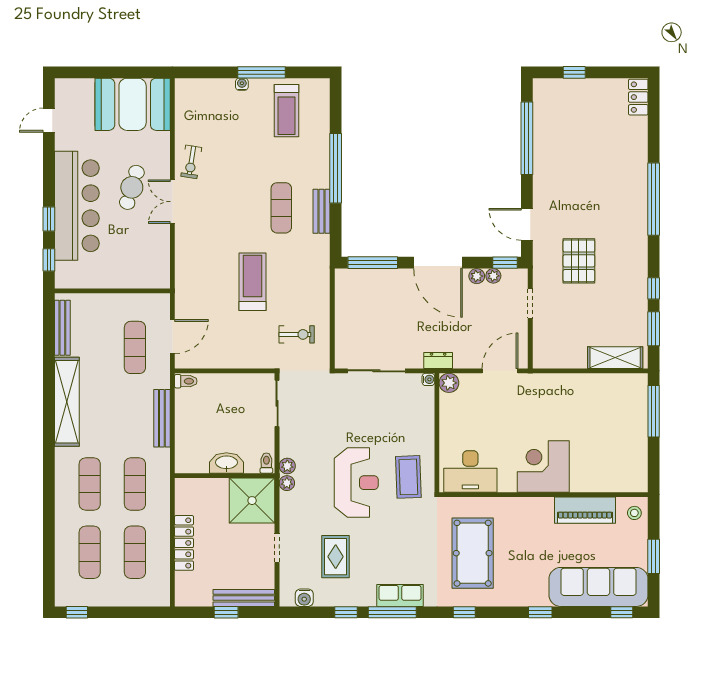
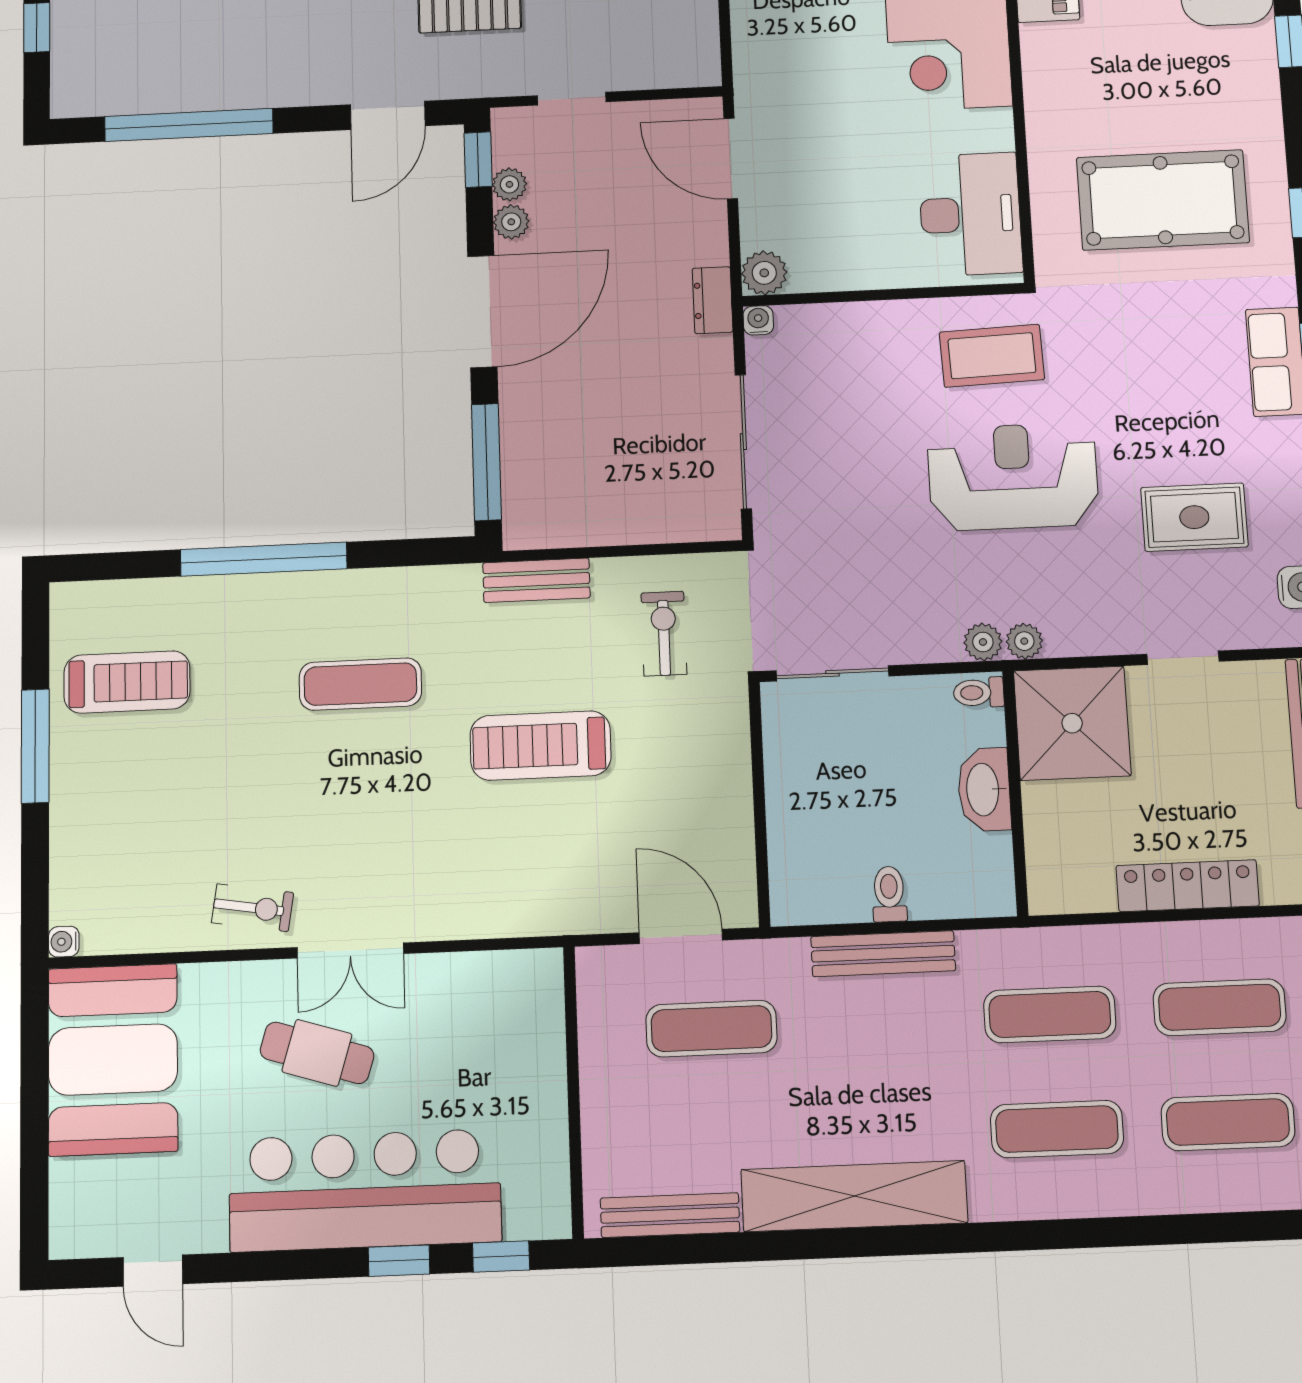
water cooler: (242, 84) -> (64, 942), moved
bench: (321, 211) -> (536, 580), moved
toilet: (186, 381) -> (889, 894), moved

